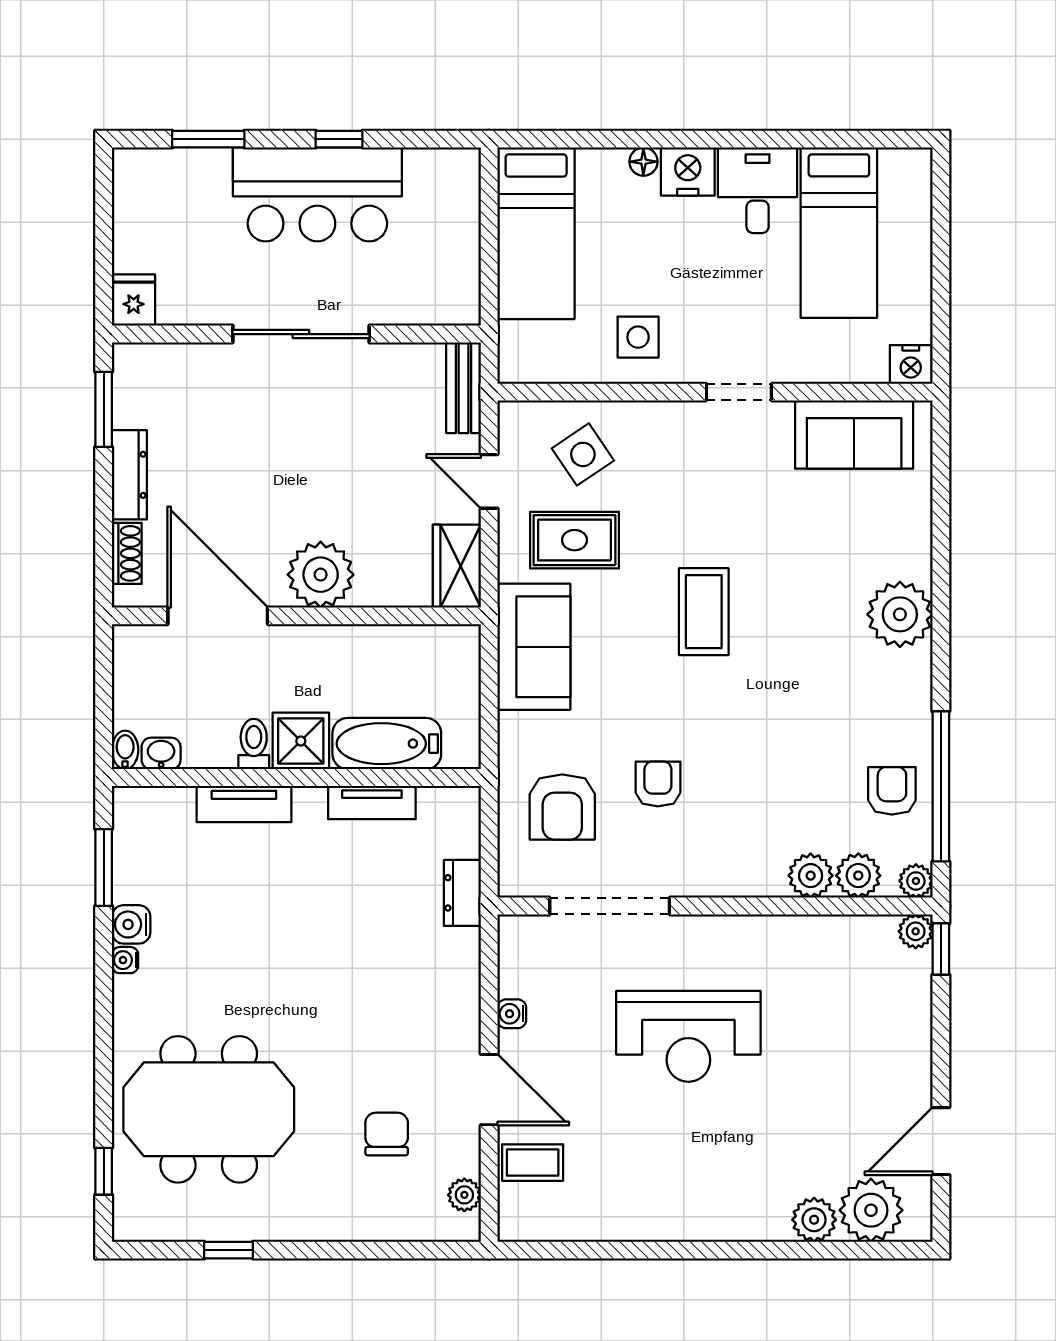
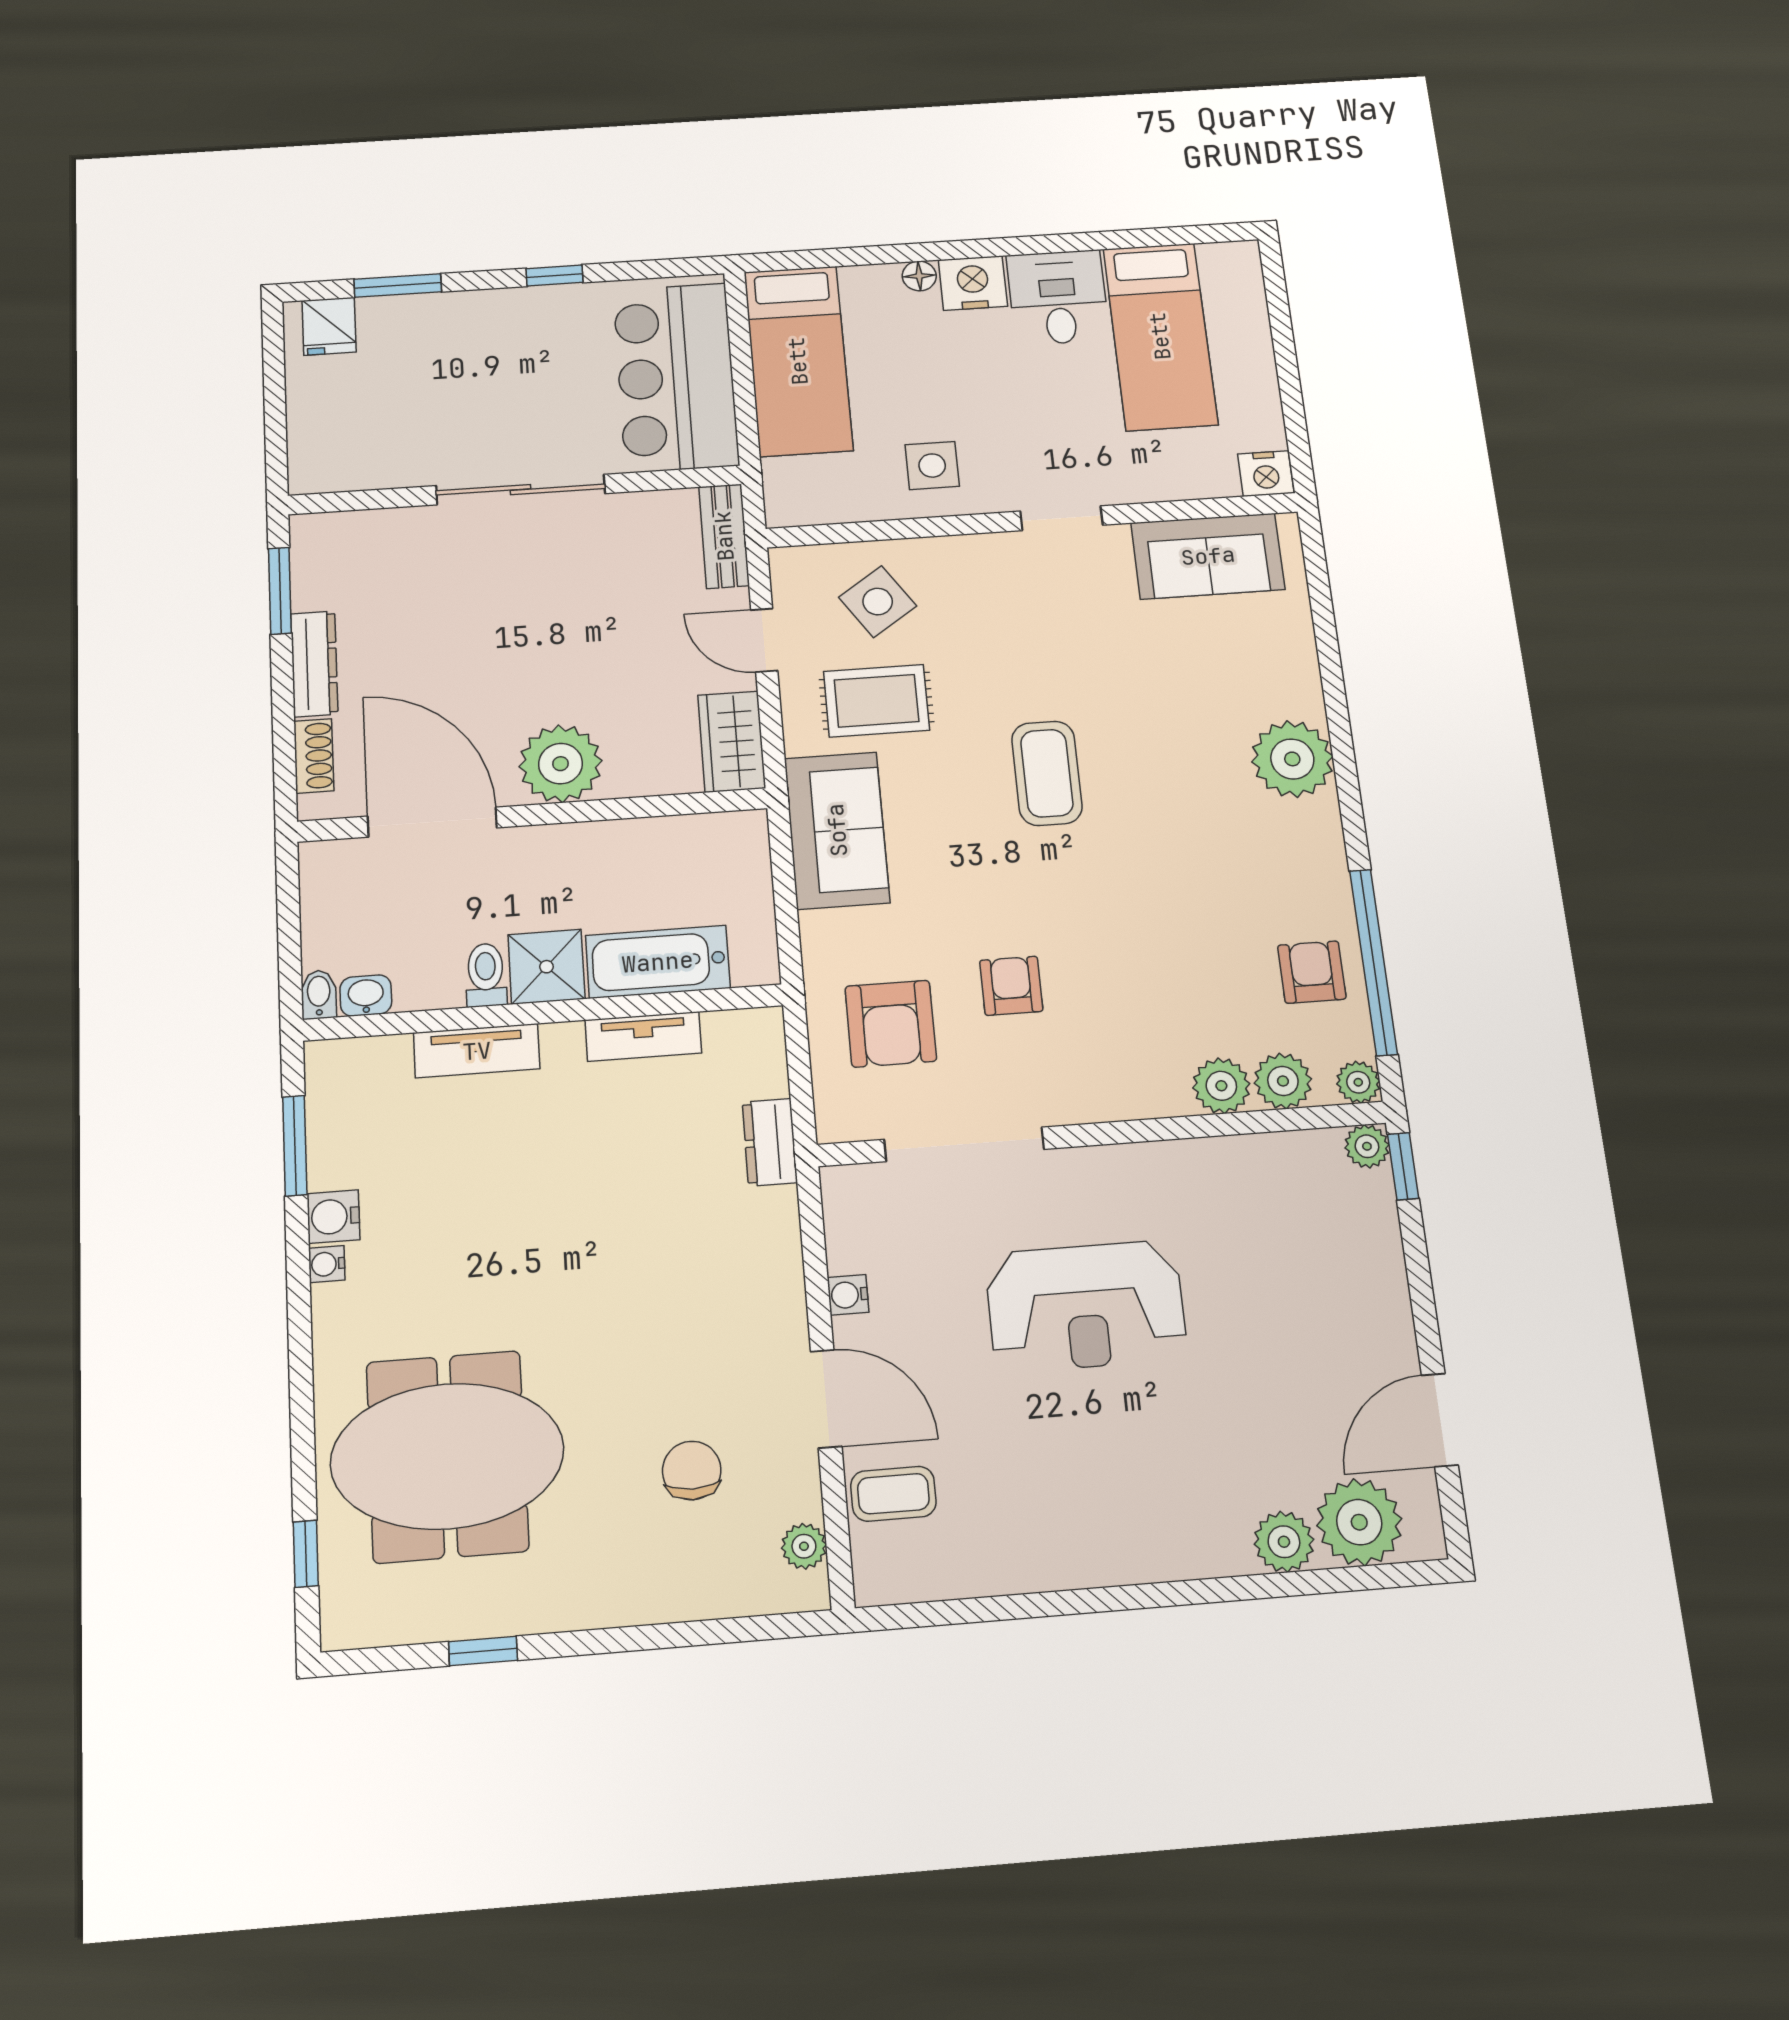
bar counter: (317, 194) -> (676, 377), moved, turned 90
fridge: (134, 300) -> (329, 326), moved, turned 180

